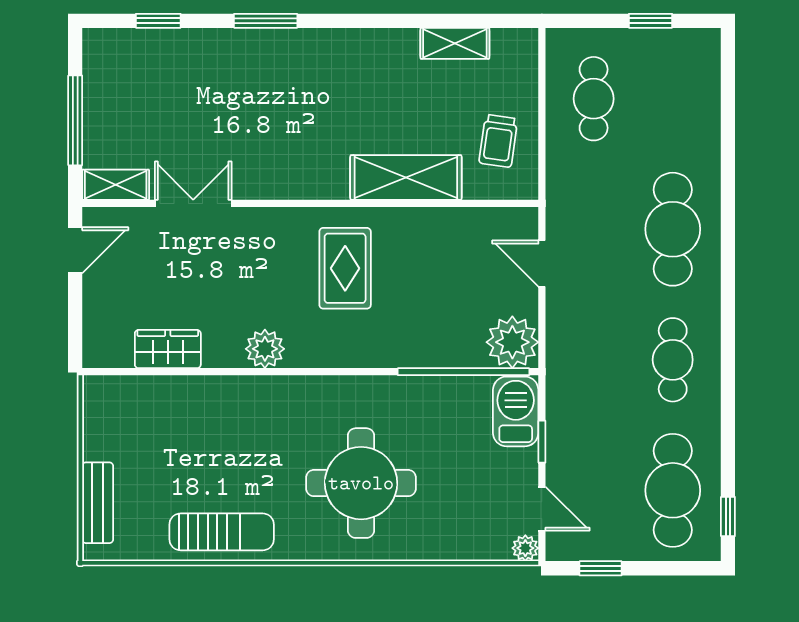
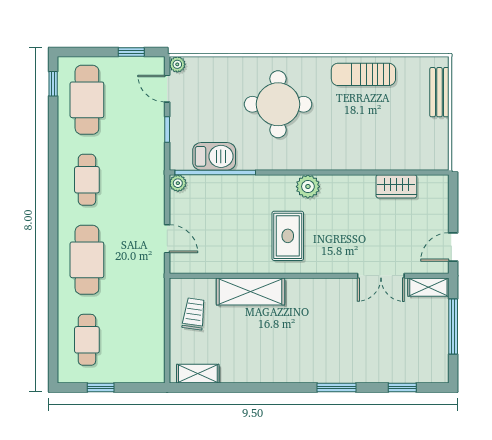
shelving: (455, 43) -> (198, 374), moved
cafe table: (594, 99) -> (87, 340), moved
plant: (512, 342) -> (178, 183), width x0.53, depth x0.53
plant: (265, 349) -> (308, 187), moved
barbecue: (516, 411) -> (214, 156), moved, turned -90

